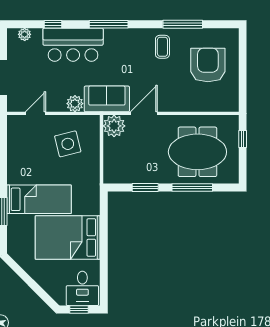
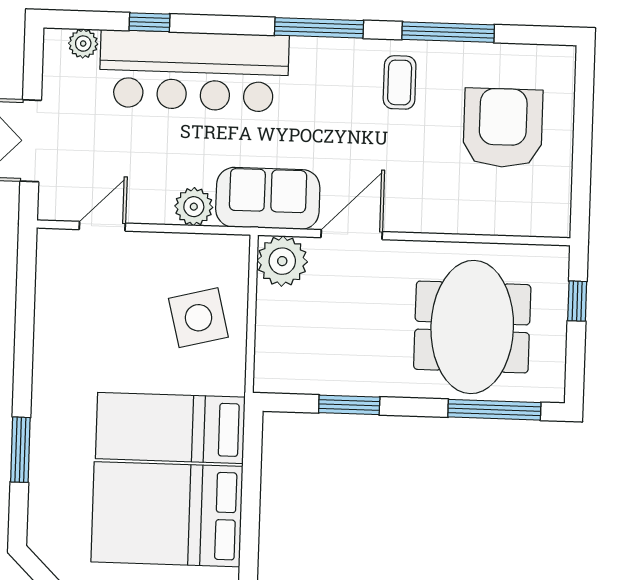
window: (109, 24) -> (319, 28), moved
bar counter: (73, 45) -> (194, 71), width x1.36
side table: (68, 144) -> (198, 318), moved
meeting table: (197, 152) -> (472, 327), turned 90
window: (192, 187) -> (494, 410), moved
bed: (39, 199) -> (170, 428), moved, turned 180

